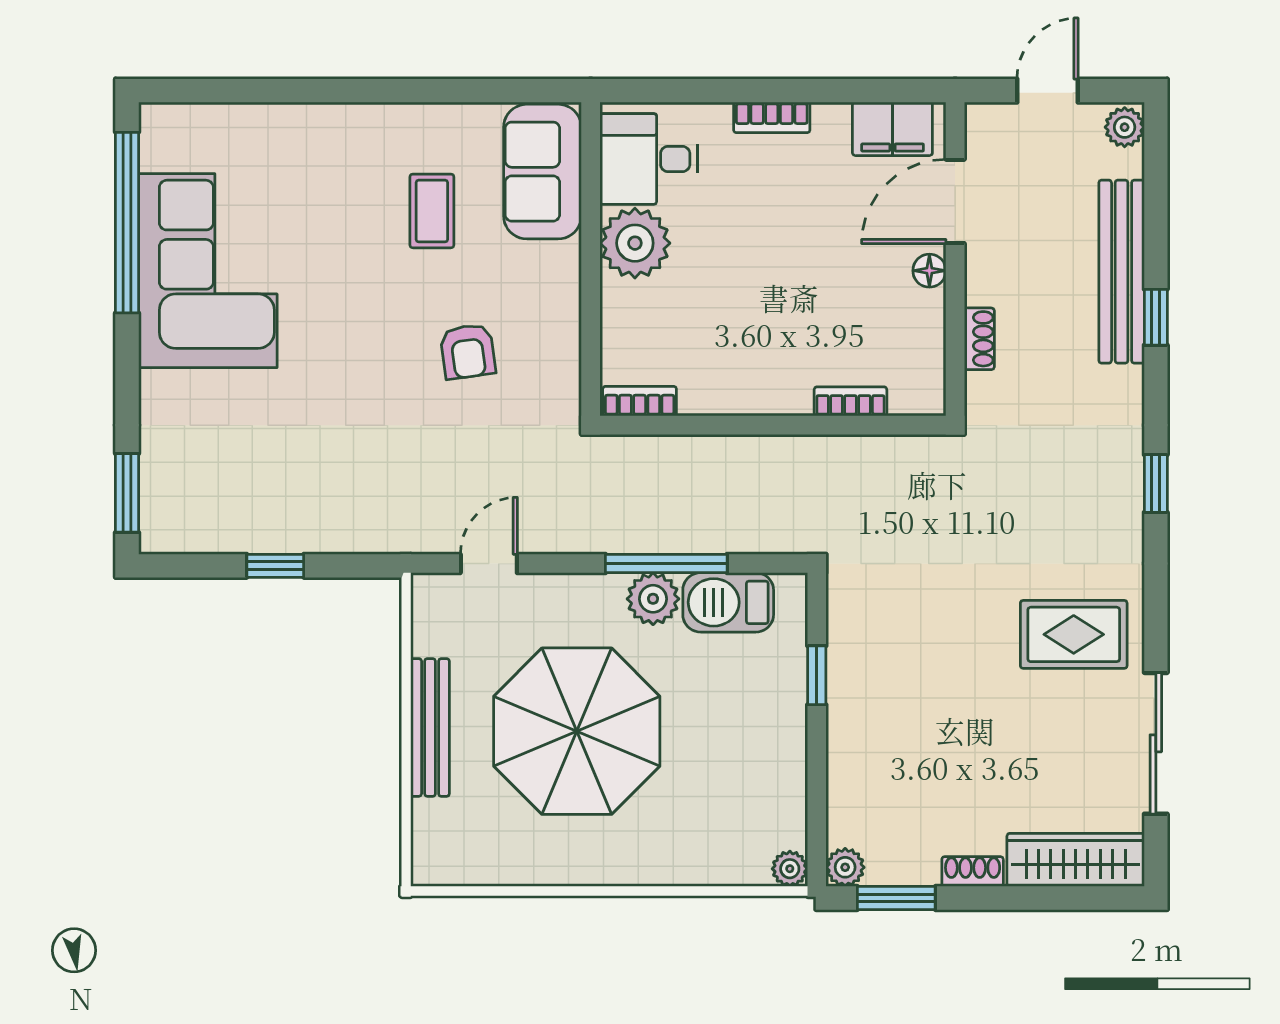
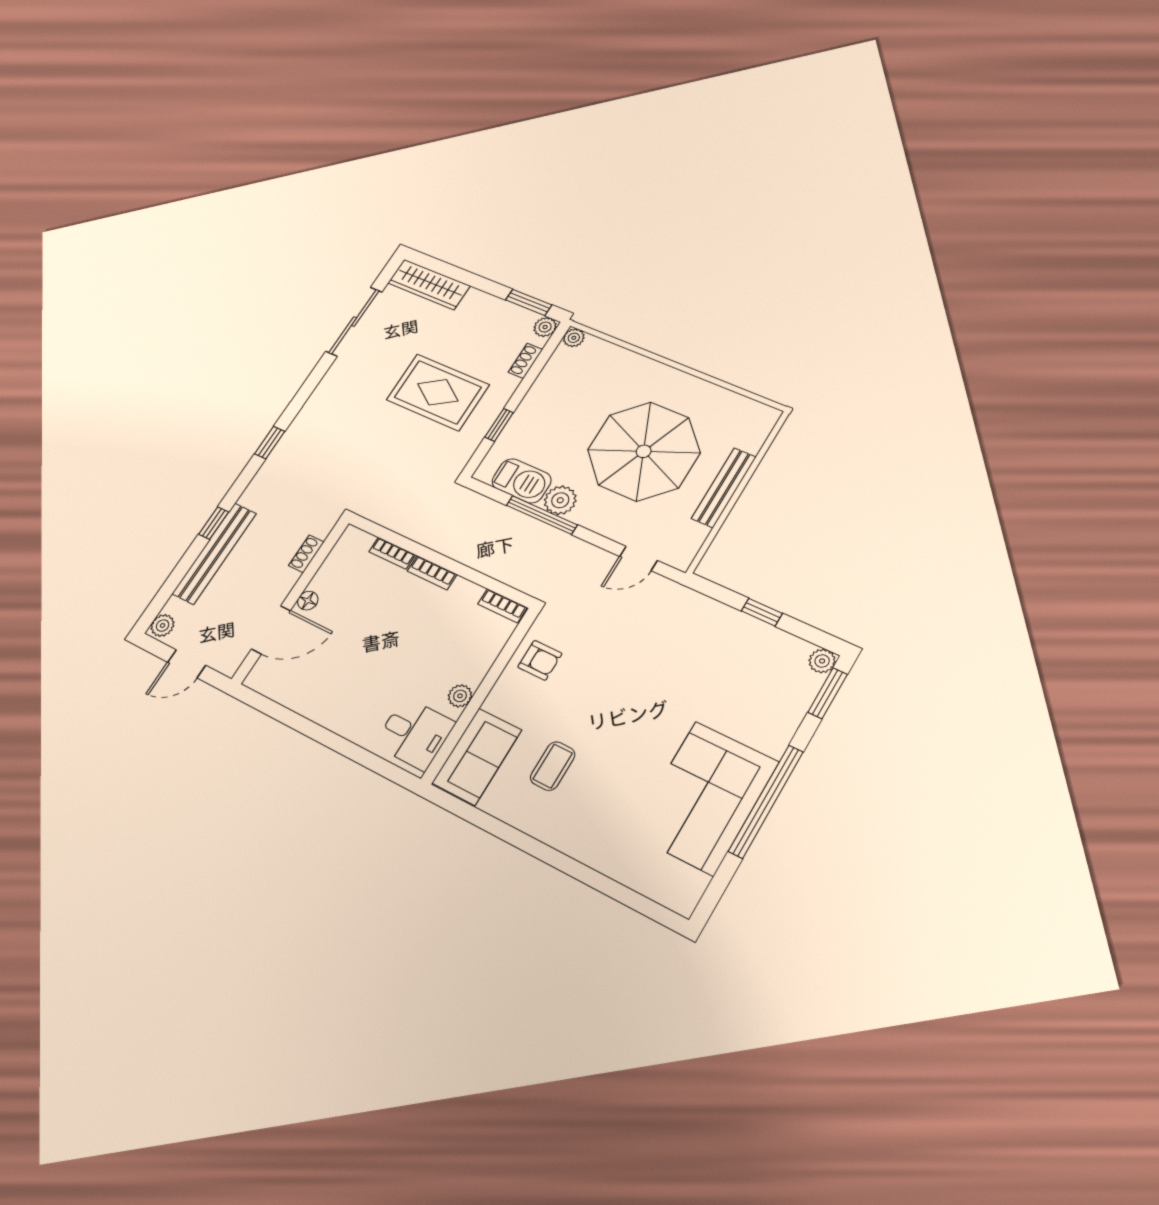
bookcase: (772, 117) -> (432, 573), moved, turned 180
filing cabinet: (892, 129) -> (277, 684), removed
window: (127, 223) -> (766, 801), moved
plant: (635, 243) -> (460, 696), width x0.53, depth x0.53
armchair: (468, 351) -> (540, 660), moved, turned 98
plant: (158, 535) -> (822, 661), added
rug: (1074, 634) -> (438, 392), moved, width x1.36, depth x1.43
shoe rack: (973, 872) -> (525, 361), moved, turned 90

